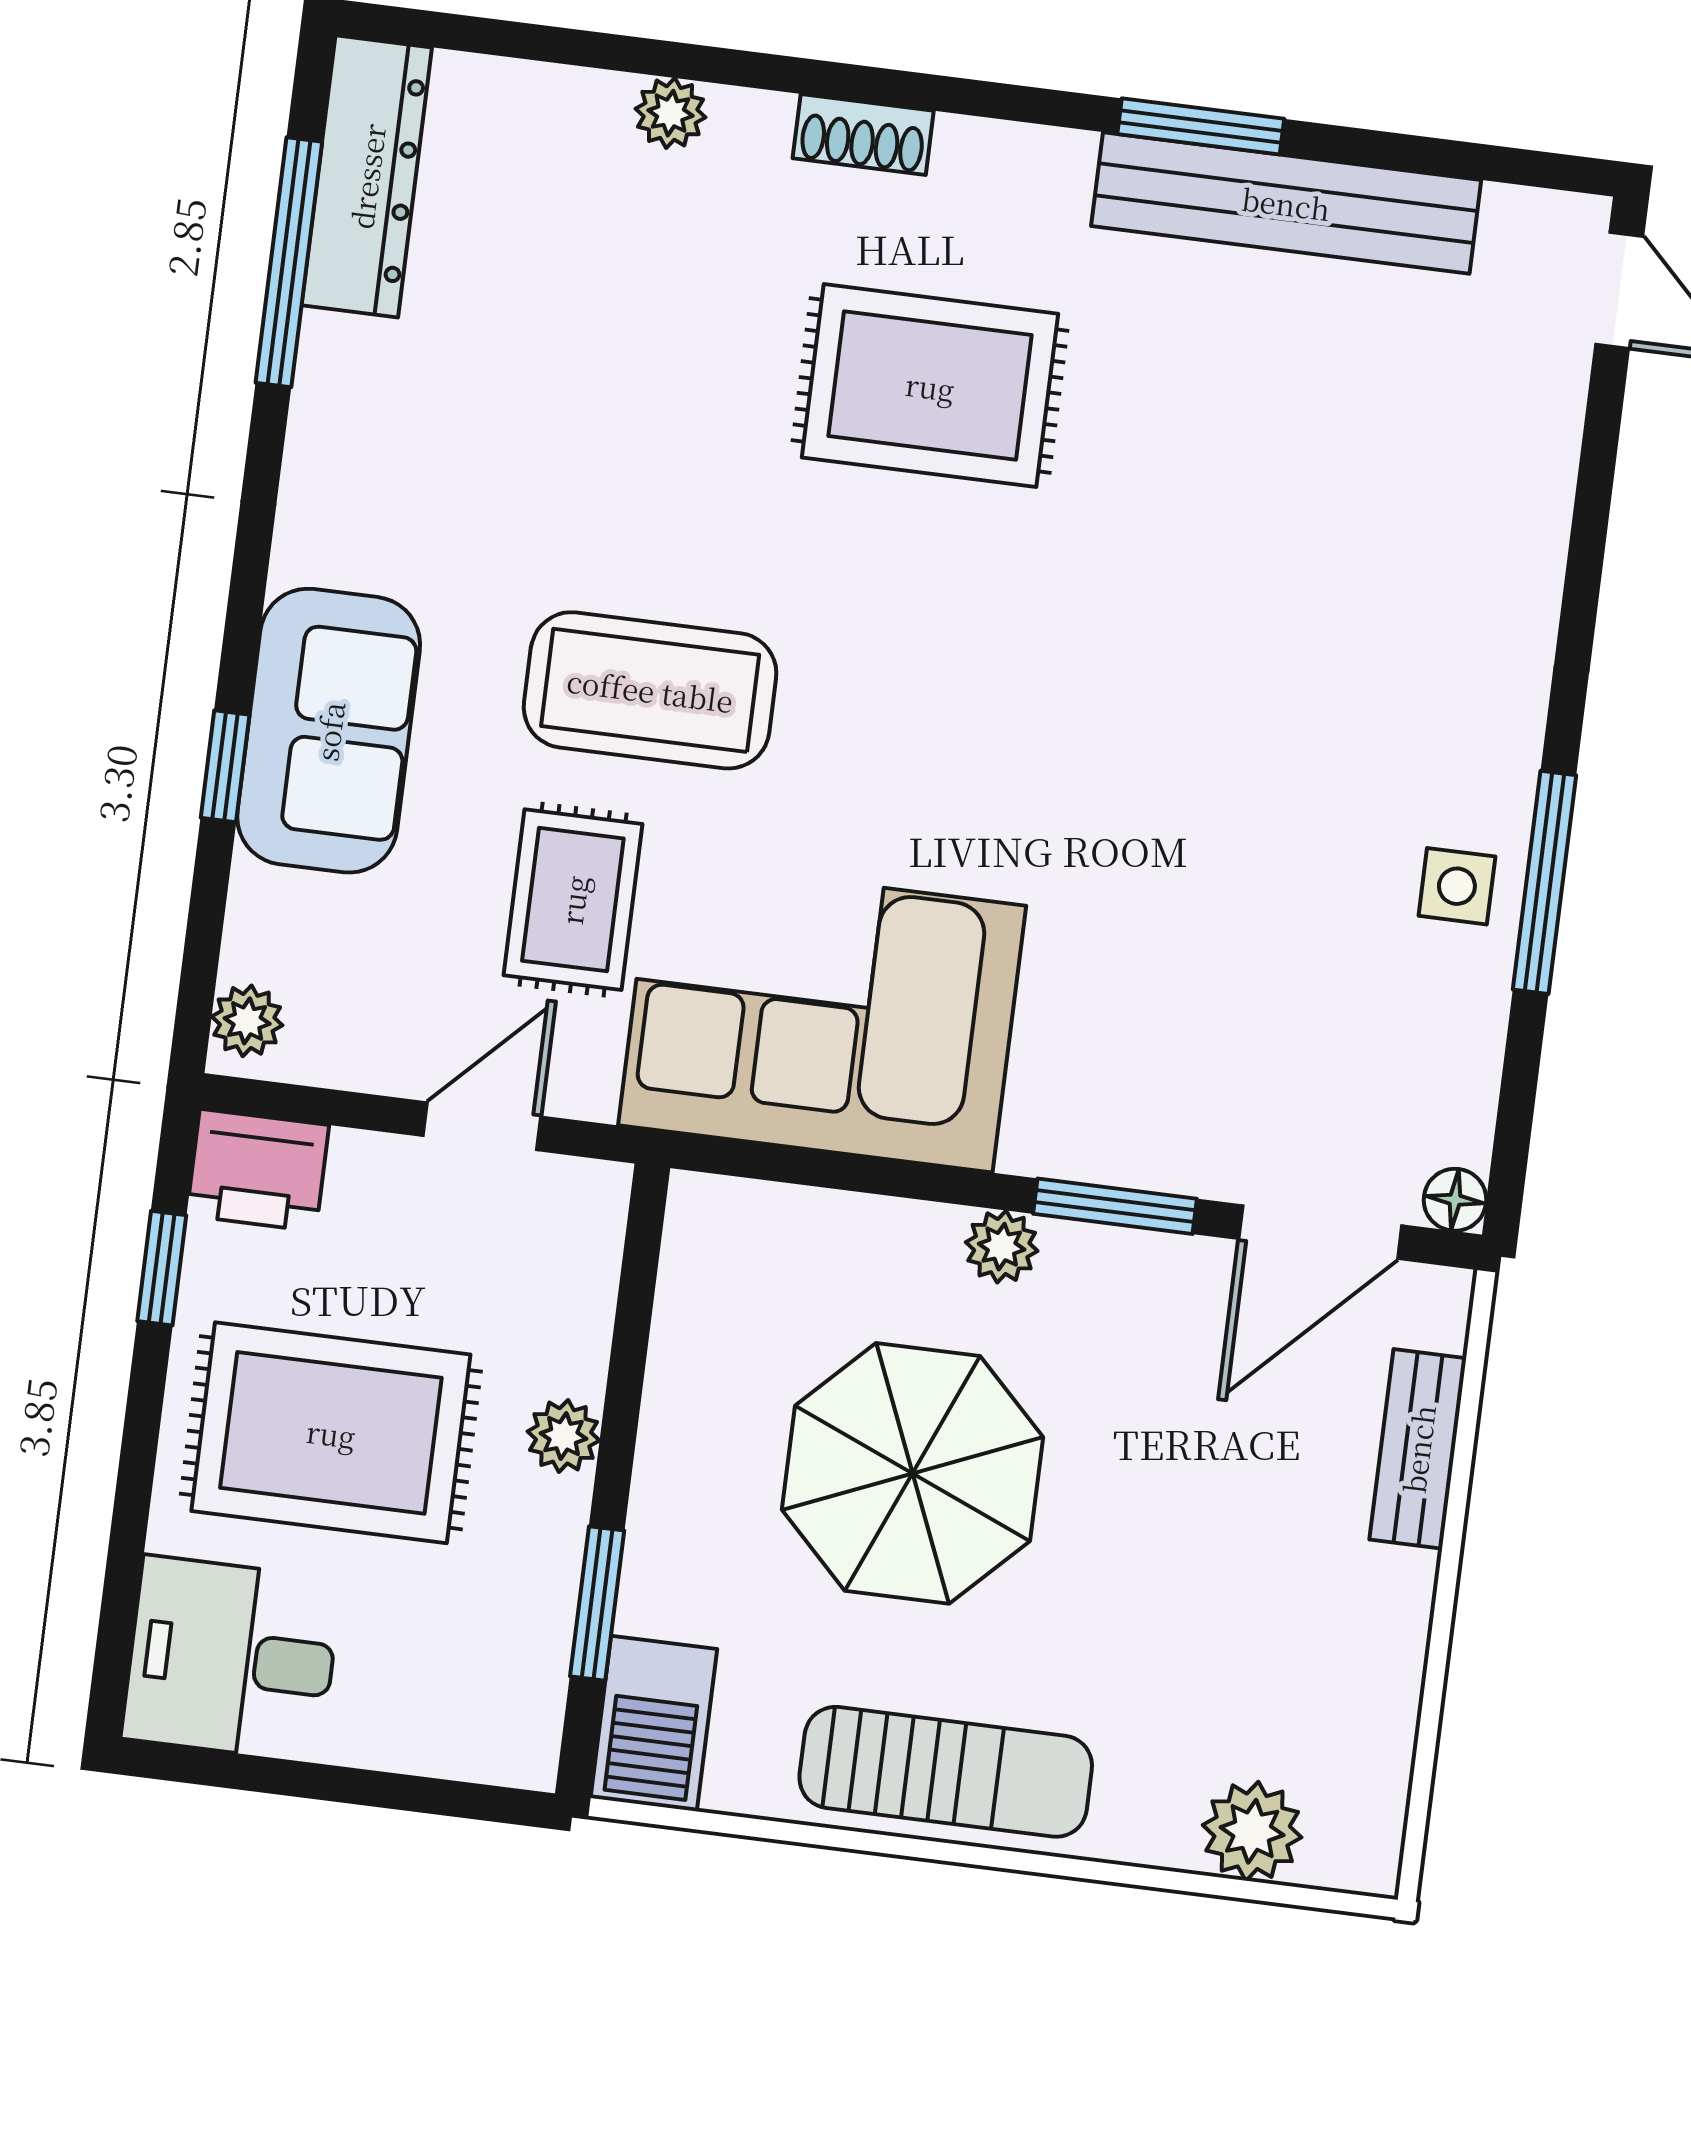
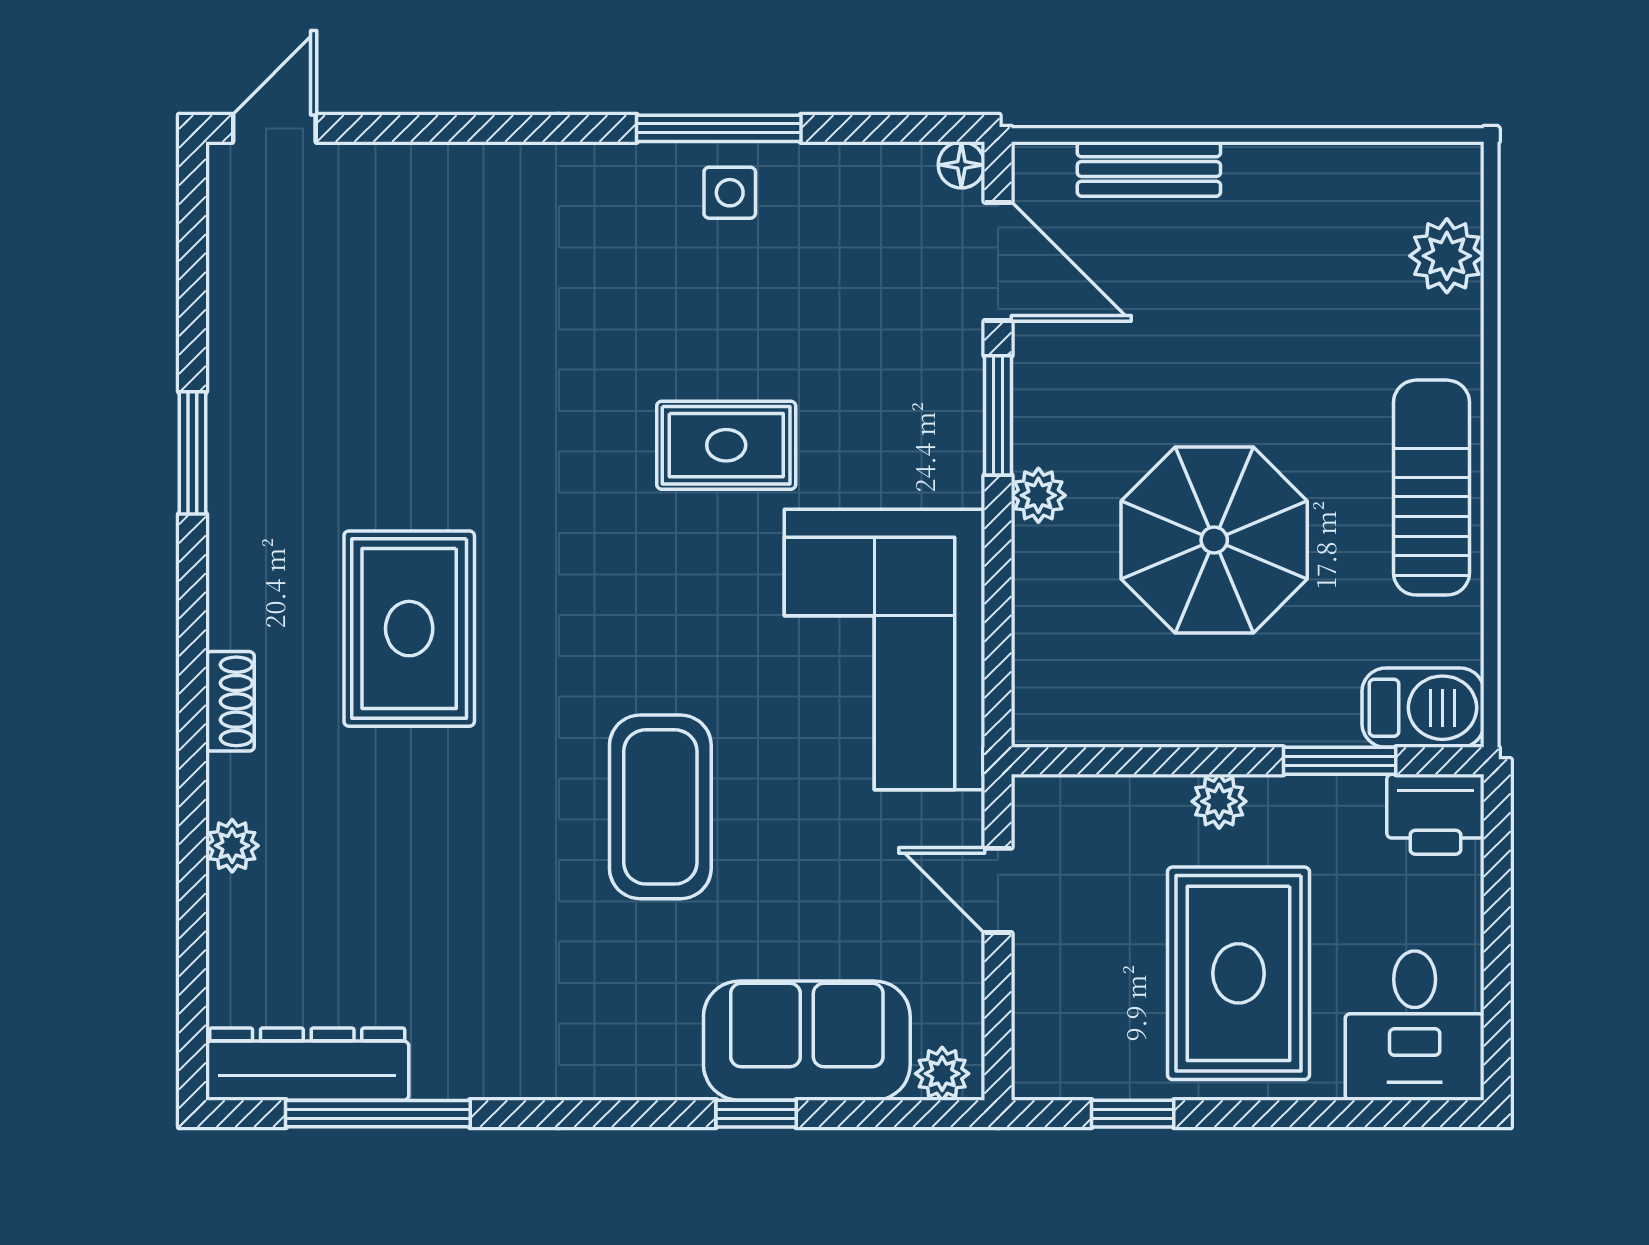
bench: (1286, 203) -> (241, 383), removed
sofa: (329, 731) -> (807, 1041), moved
rug: (573, 900) -> (726, 445), moved
printer: (258, 1170) -> (1435, 814), moved, turned 90

